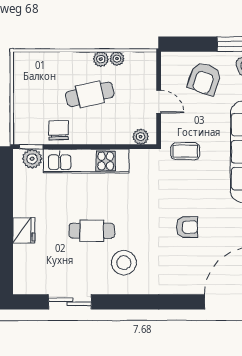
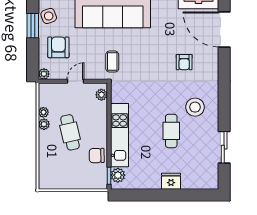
plant: (169, 59) -> (44, 74), added
armchair: (204, 79) -> (58, 47), turned -109
armchair: (187, 227) -> (184, 62), moved, turned 180

